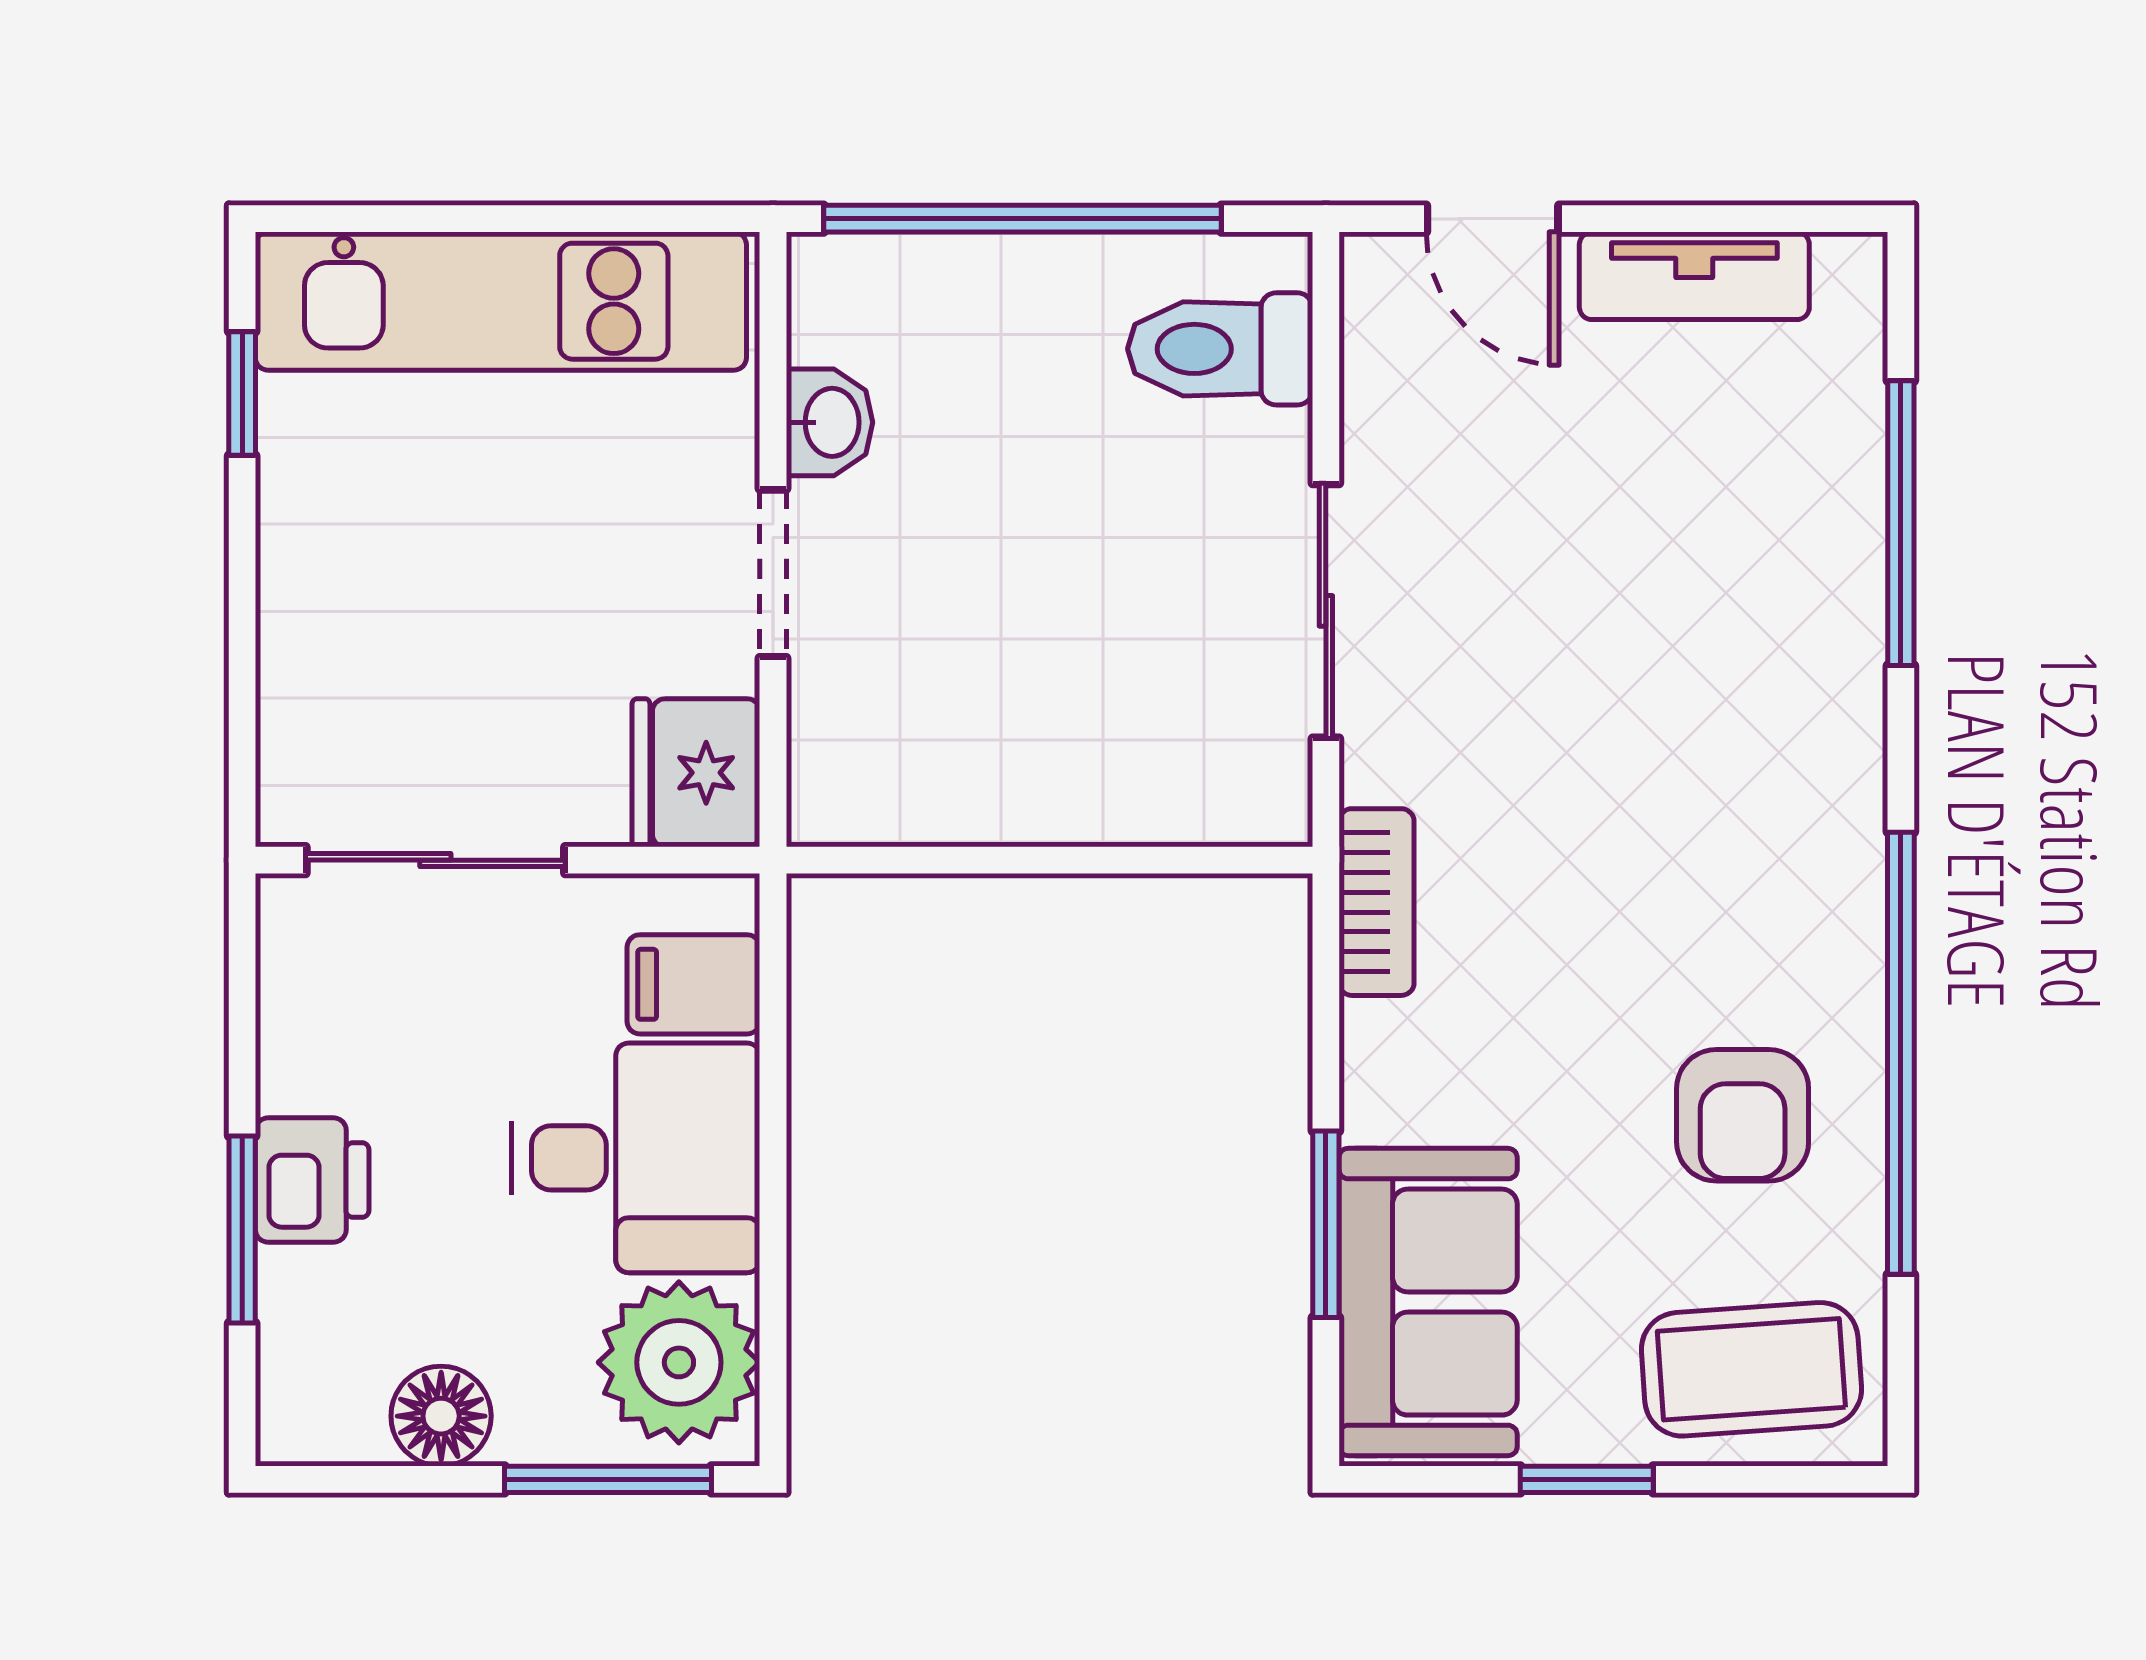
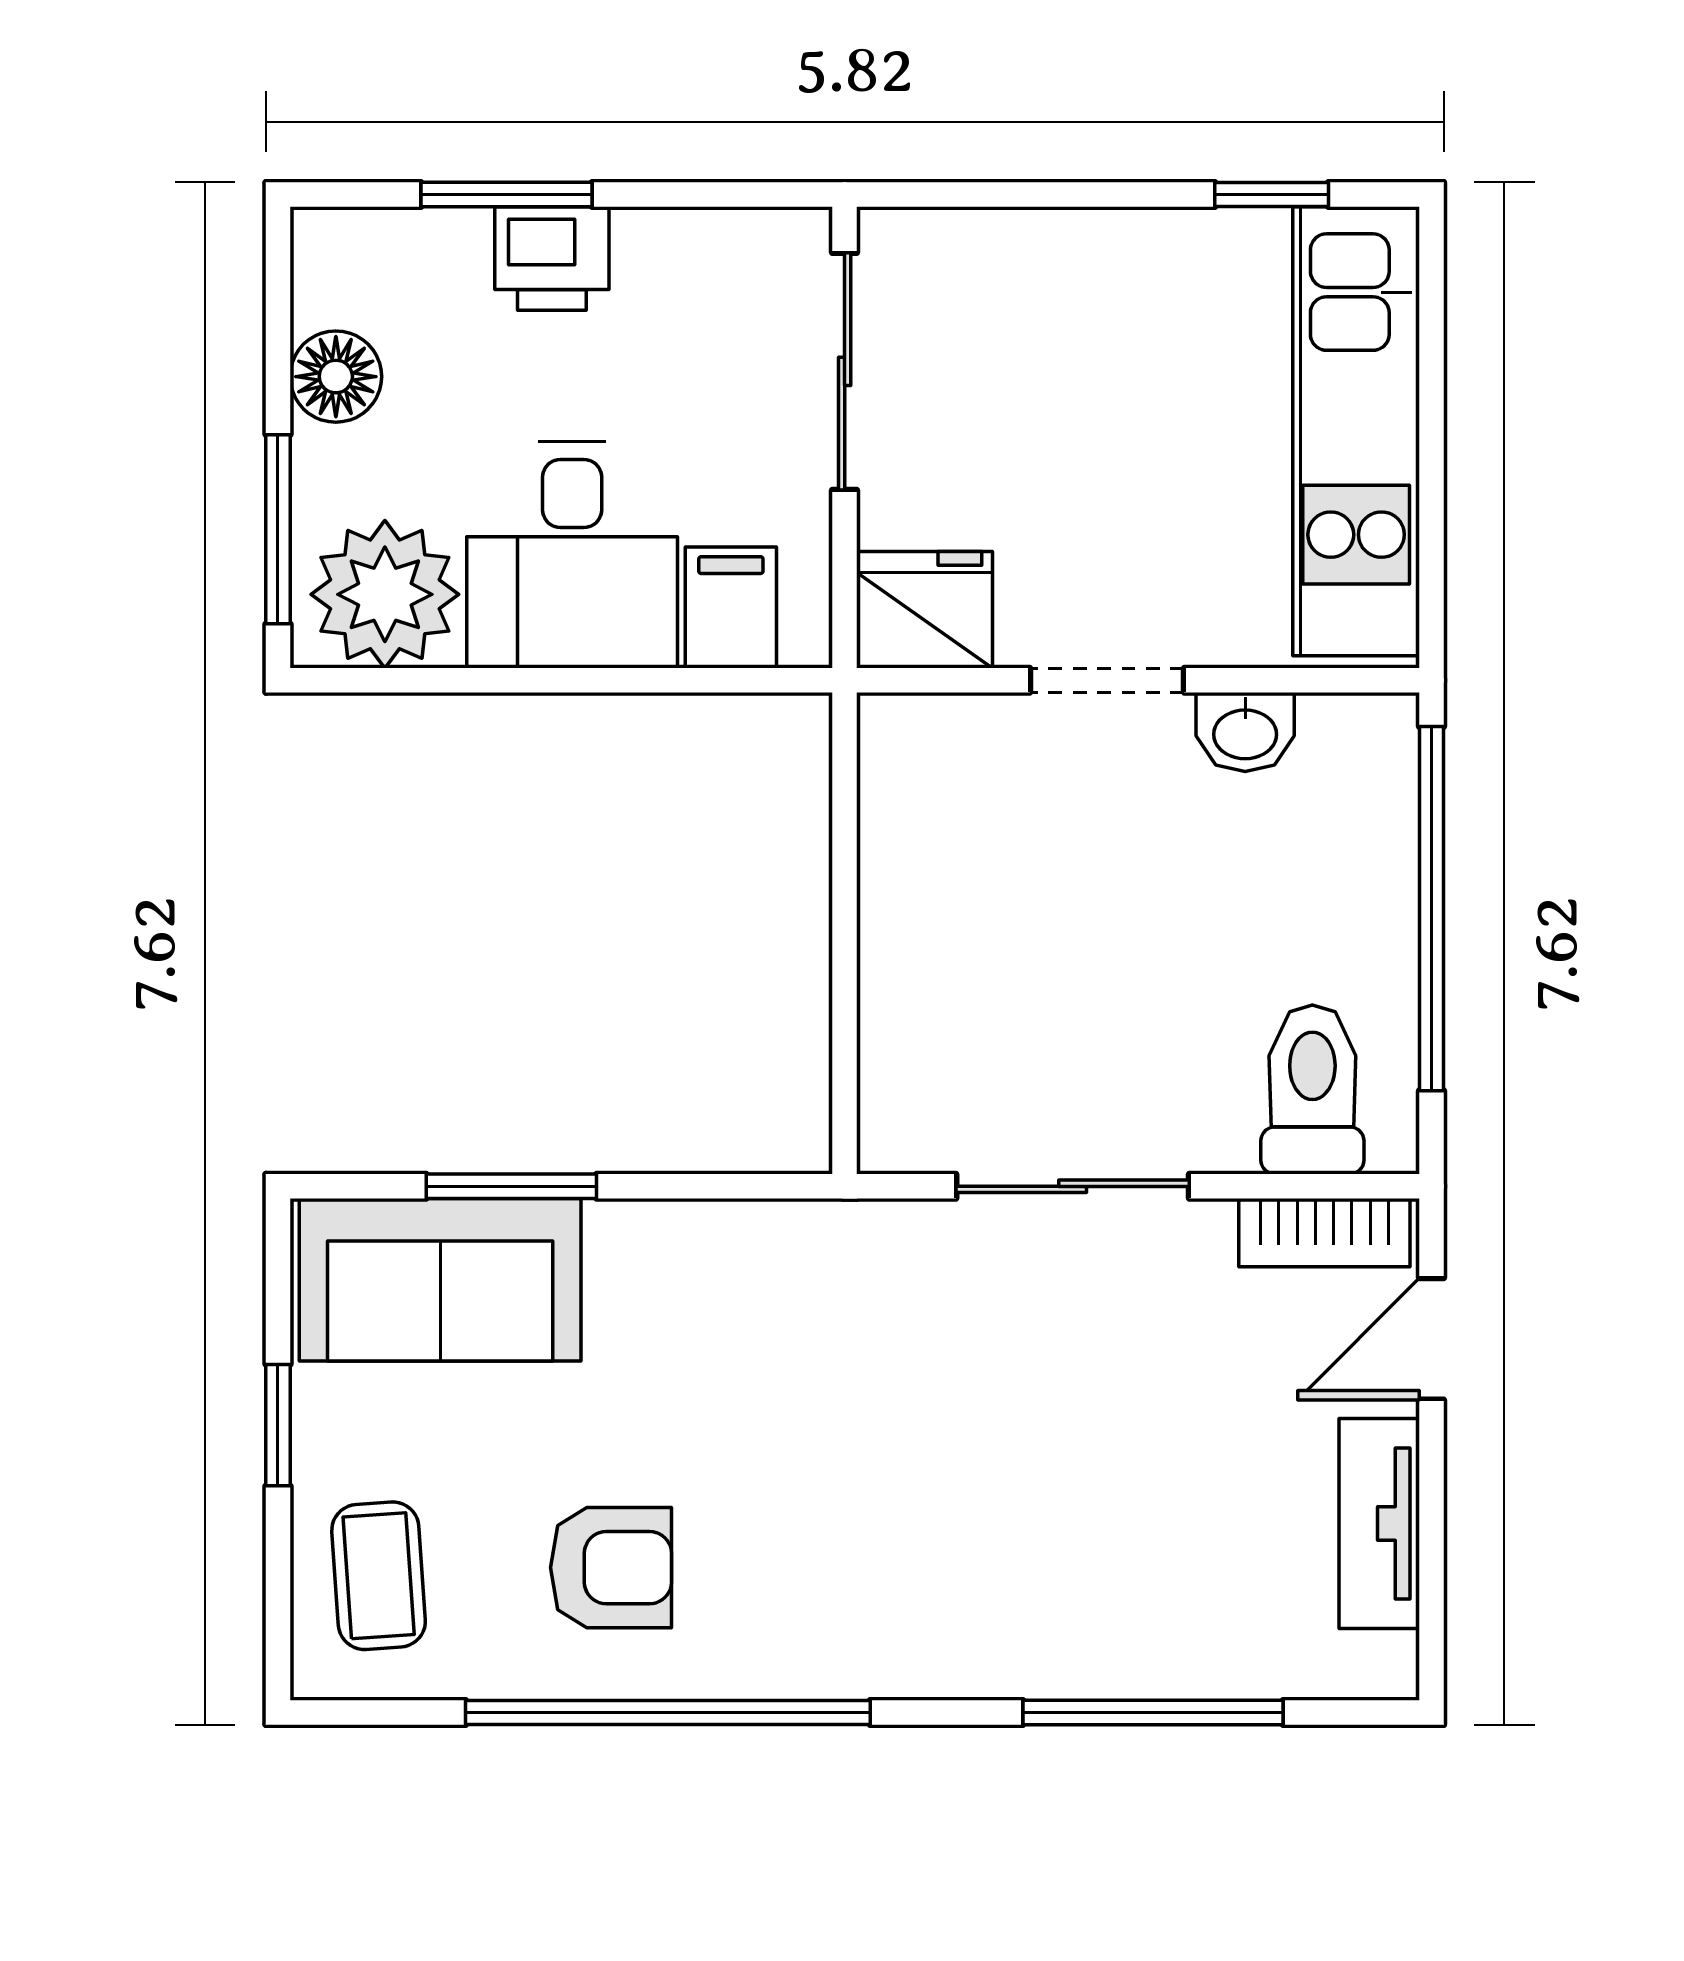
bookcase: (1377, 902) -> (1324, 1233), moved
armchair: (1743, 1115) -> (611, 1568), turned 180
coffee table: (1751, 1369) -> (379, 1576), width x0.73, depth x0.77

